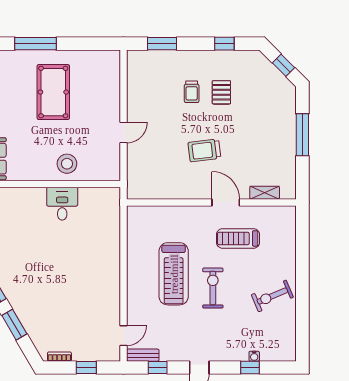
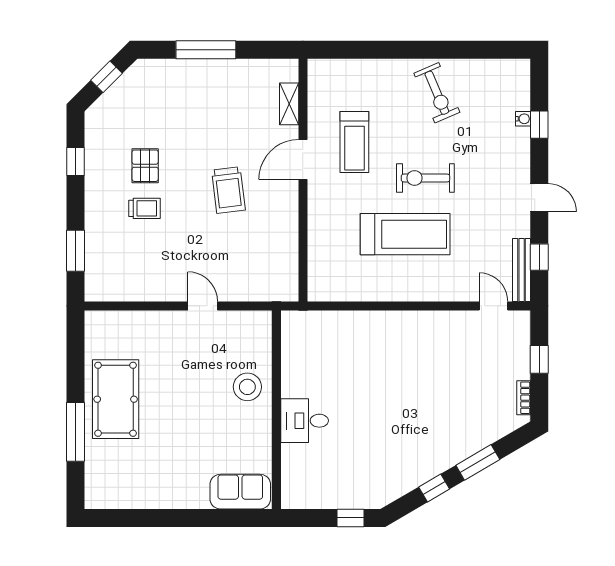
pool table: (53, 92) -> (116, 399), moved, turned 90
pallet: (221, 92) -> (145, 166), turned 90
desk: (62, 204) -> (305, 421), moved
bench: (143, 355) -> (522, 270), width x1.36

